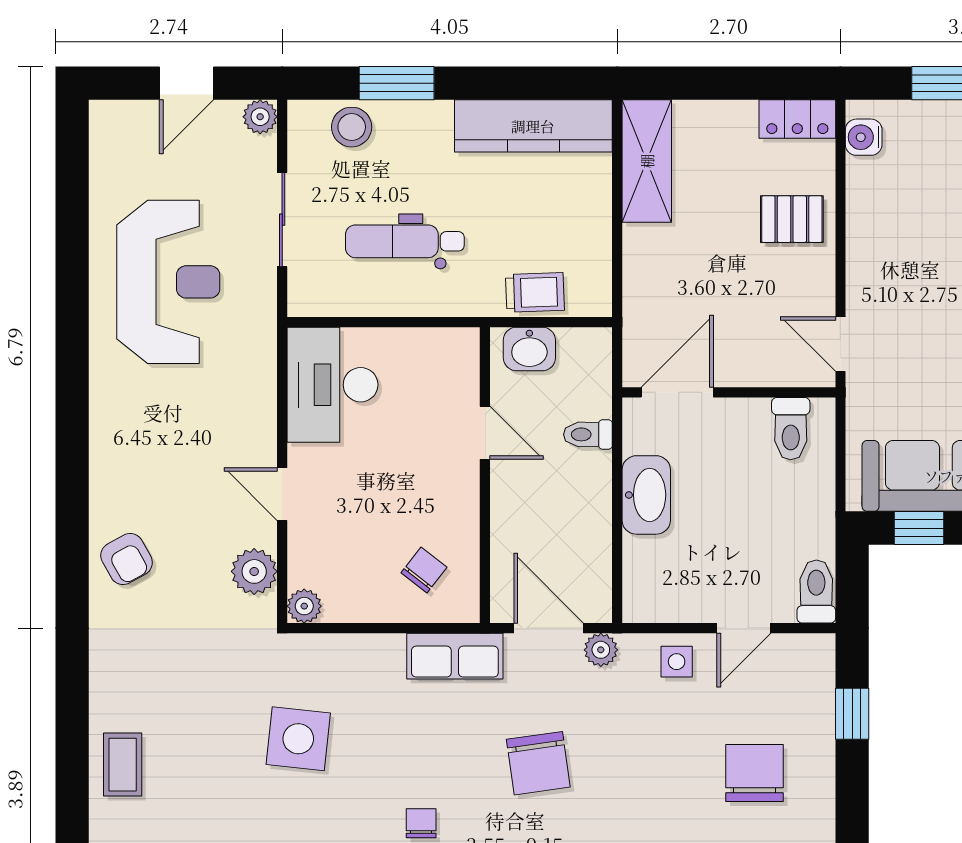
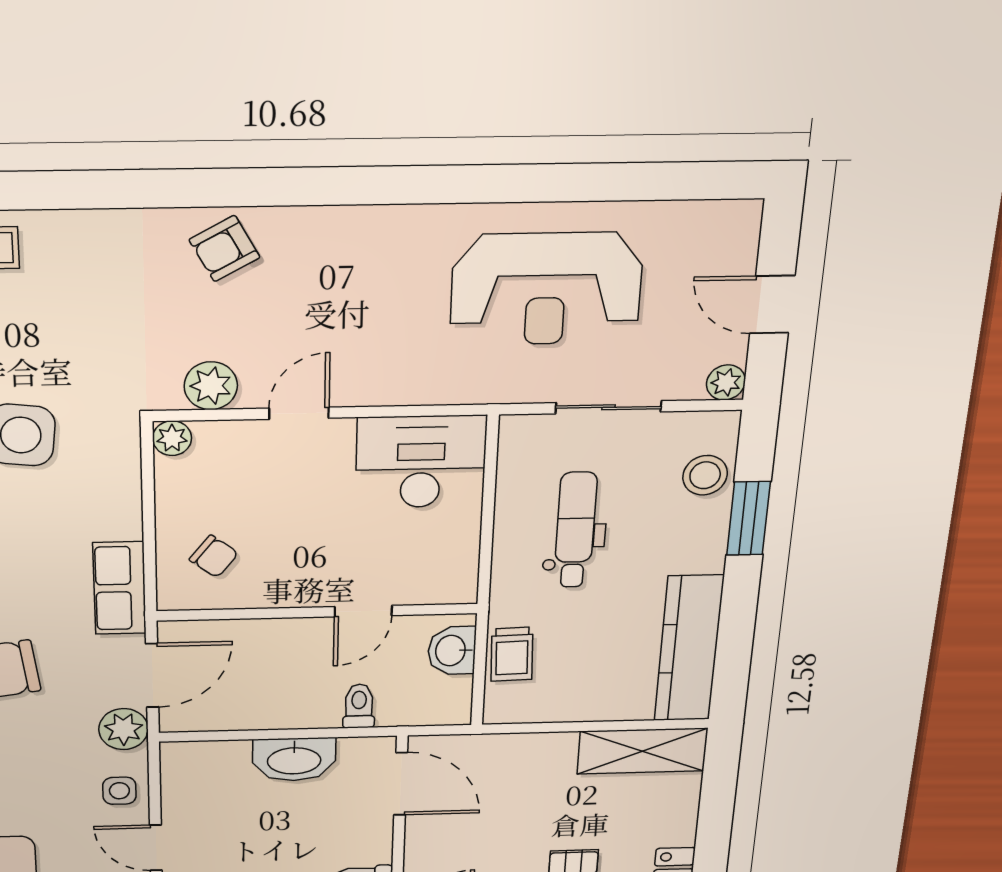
plant: (601, 650) -> (123, 729), width x1.38, depth x1.38

